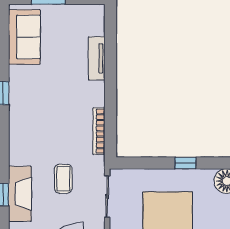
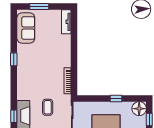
tv unit: (97, 58) -> (66, 22), moved

